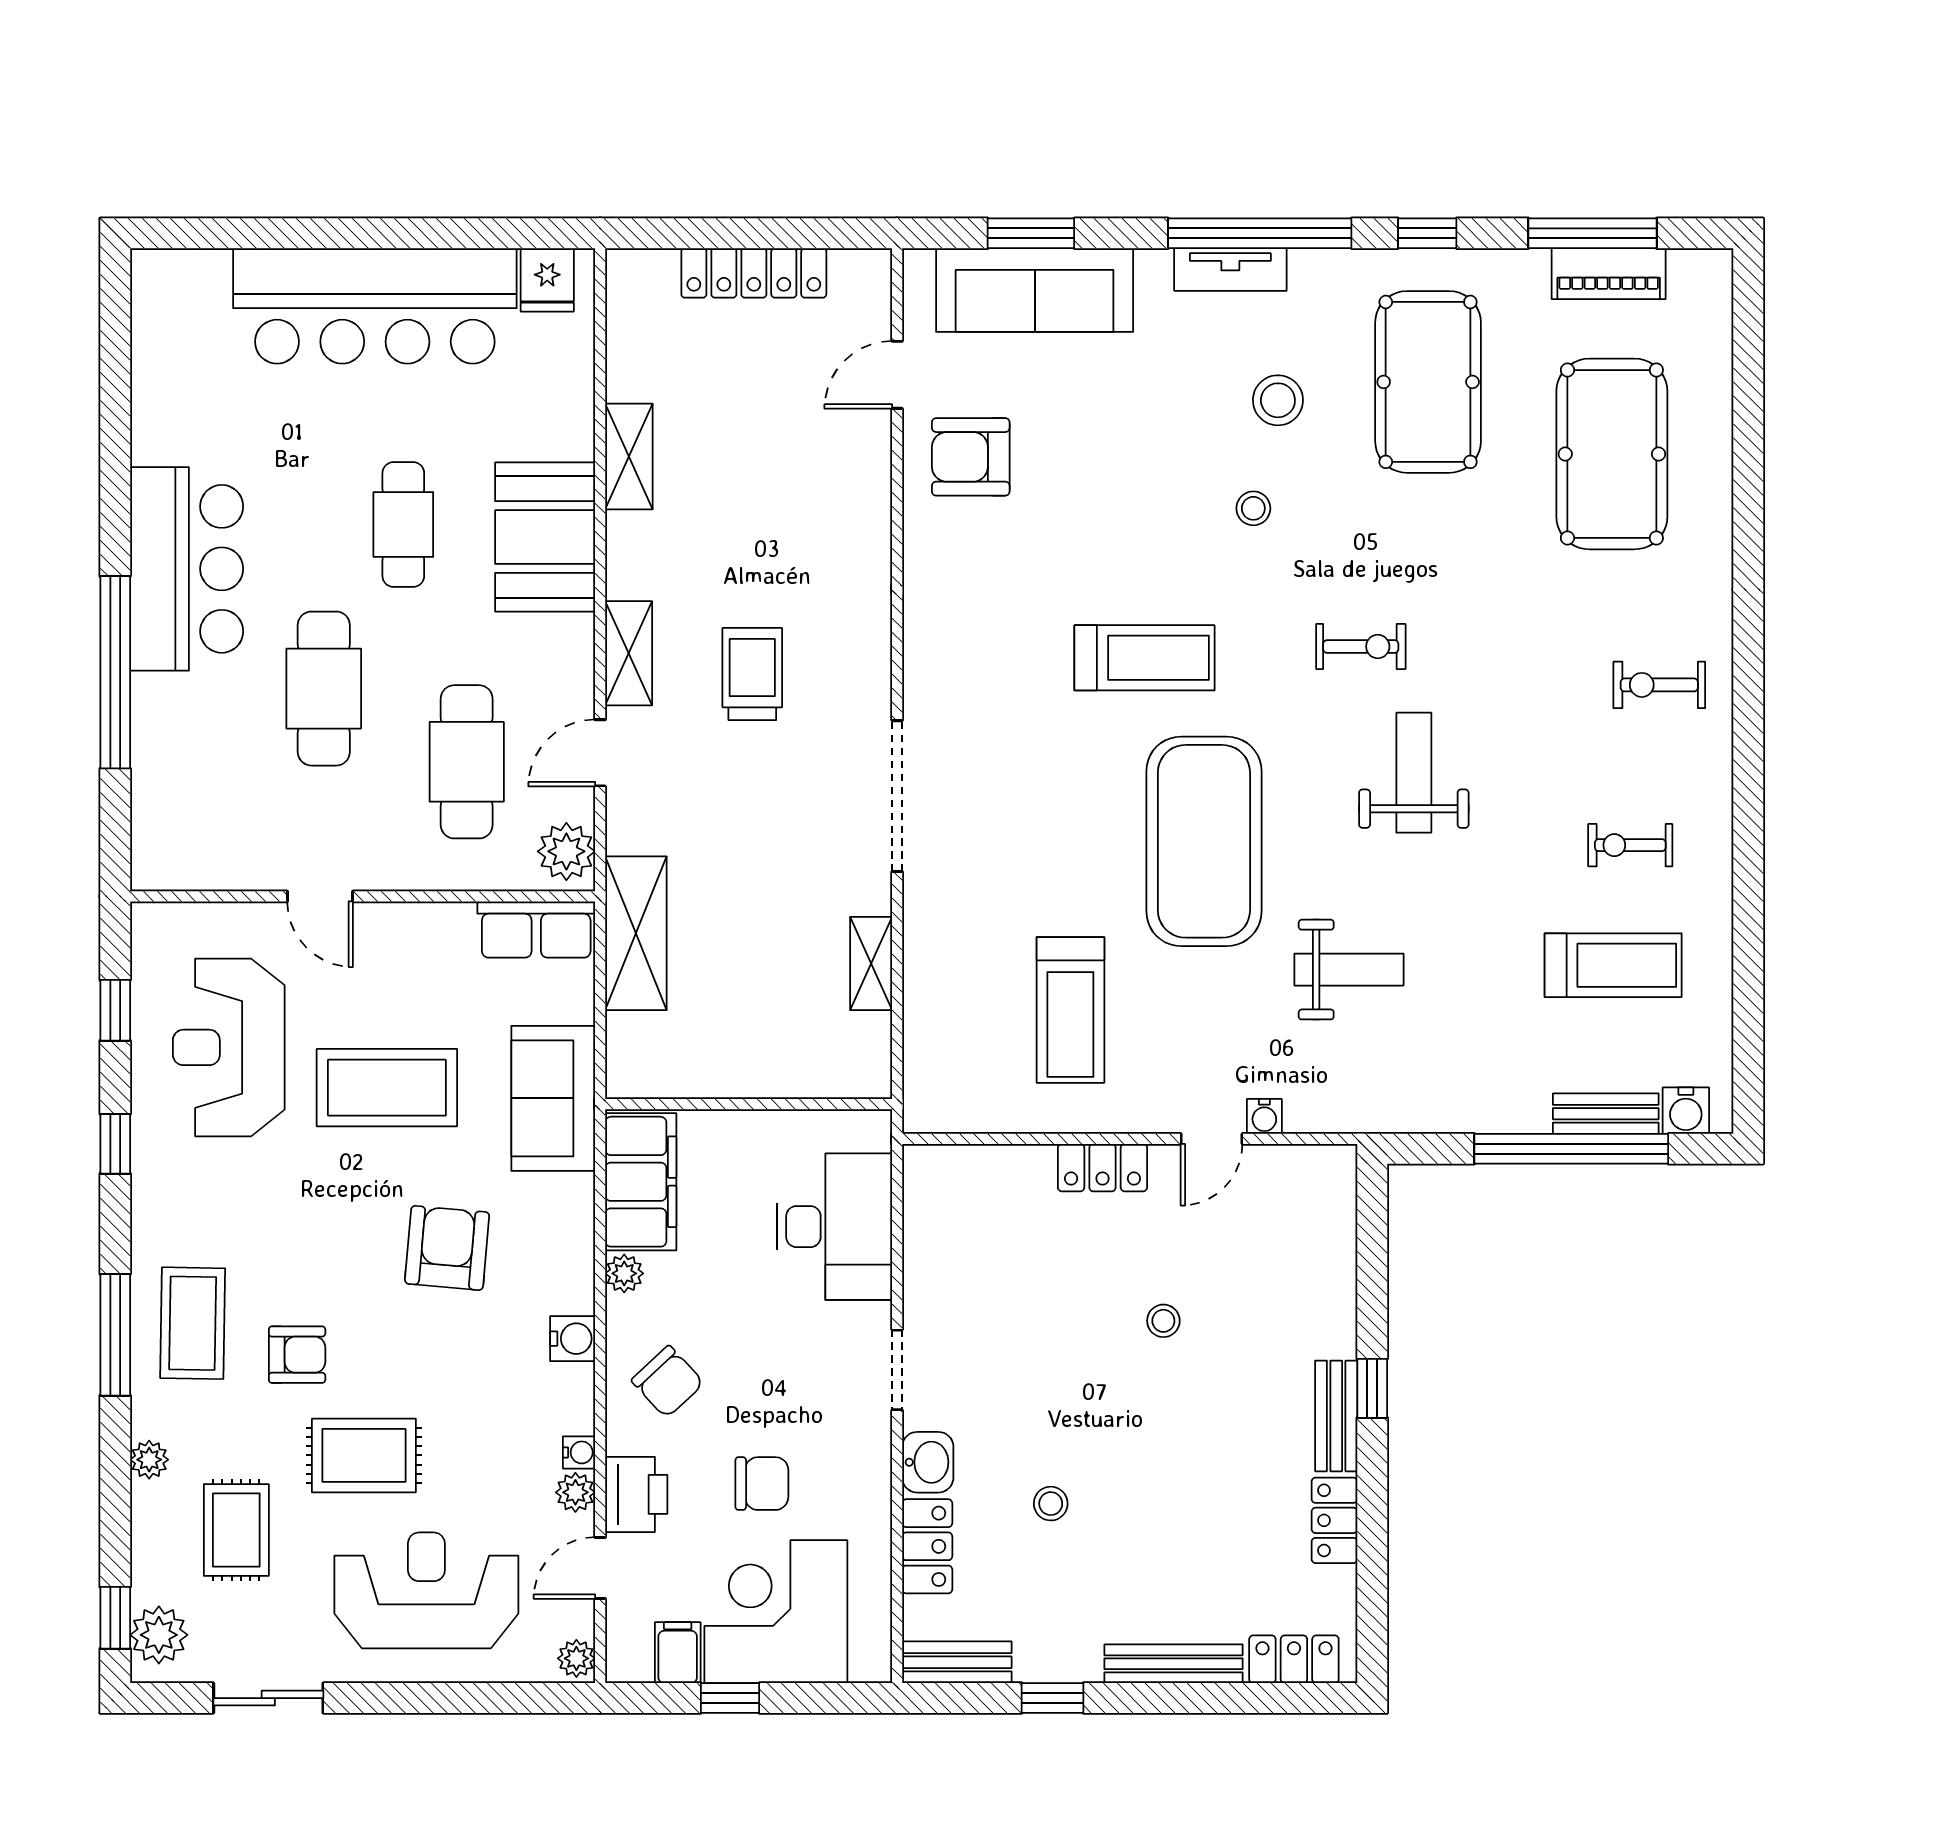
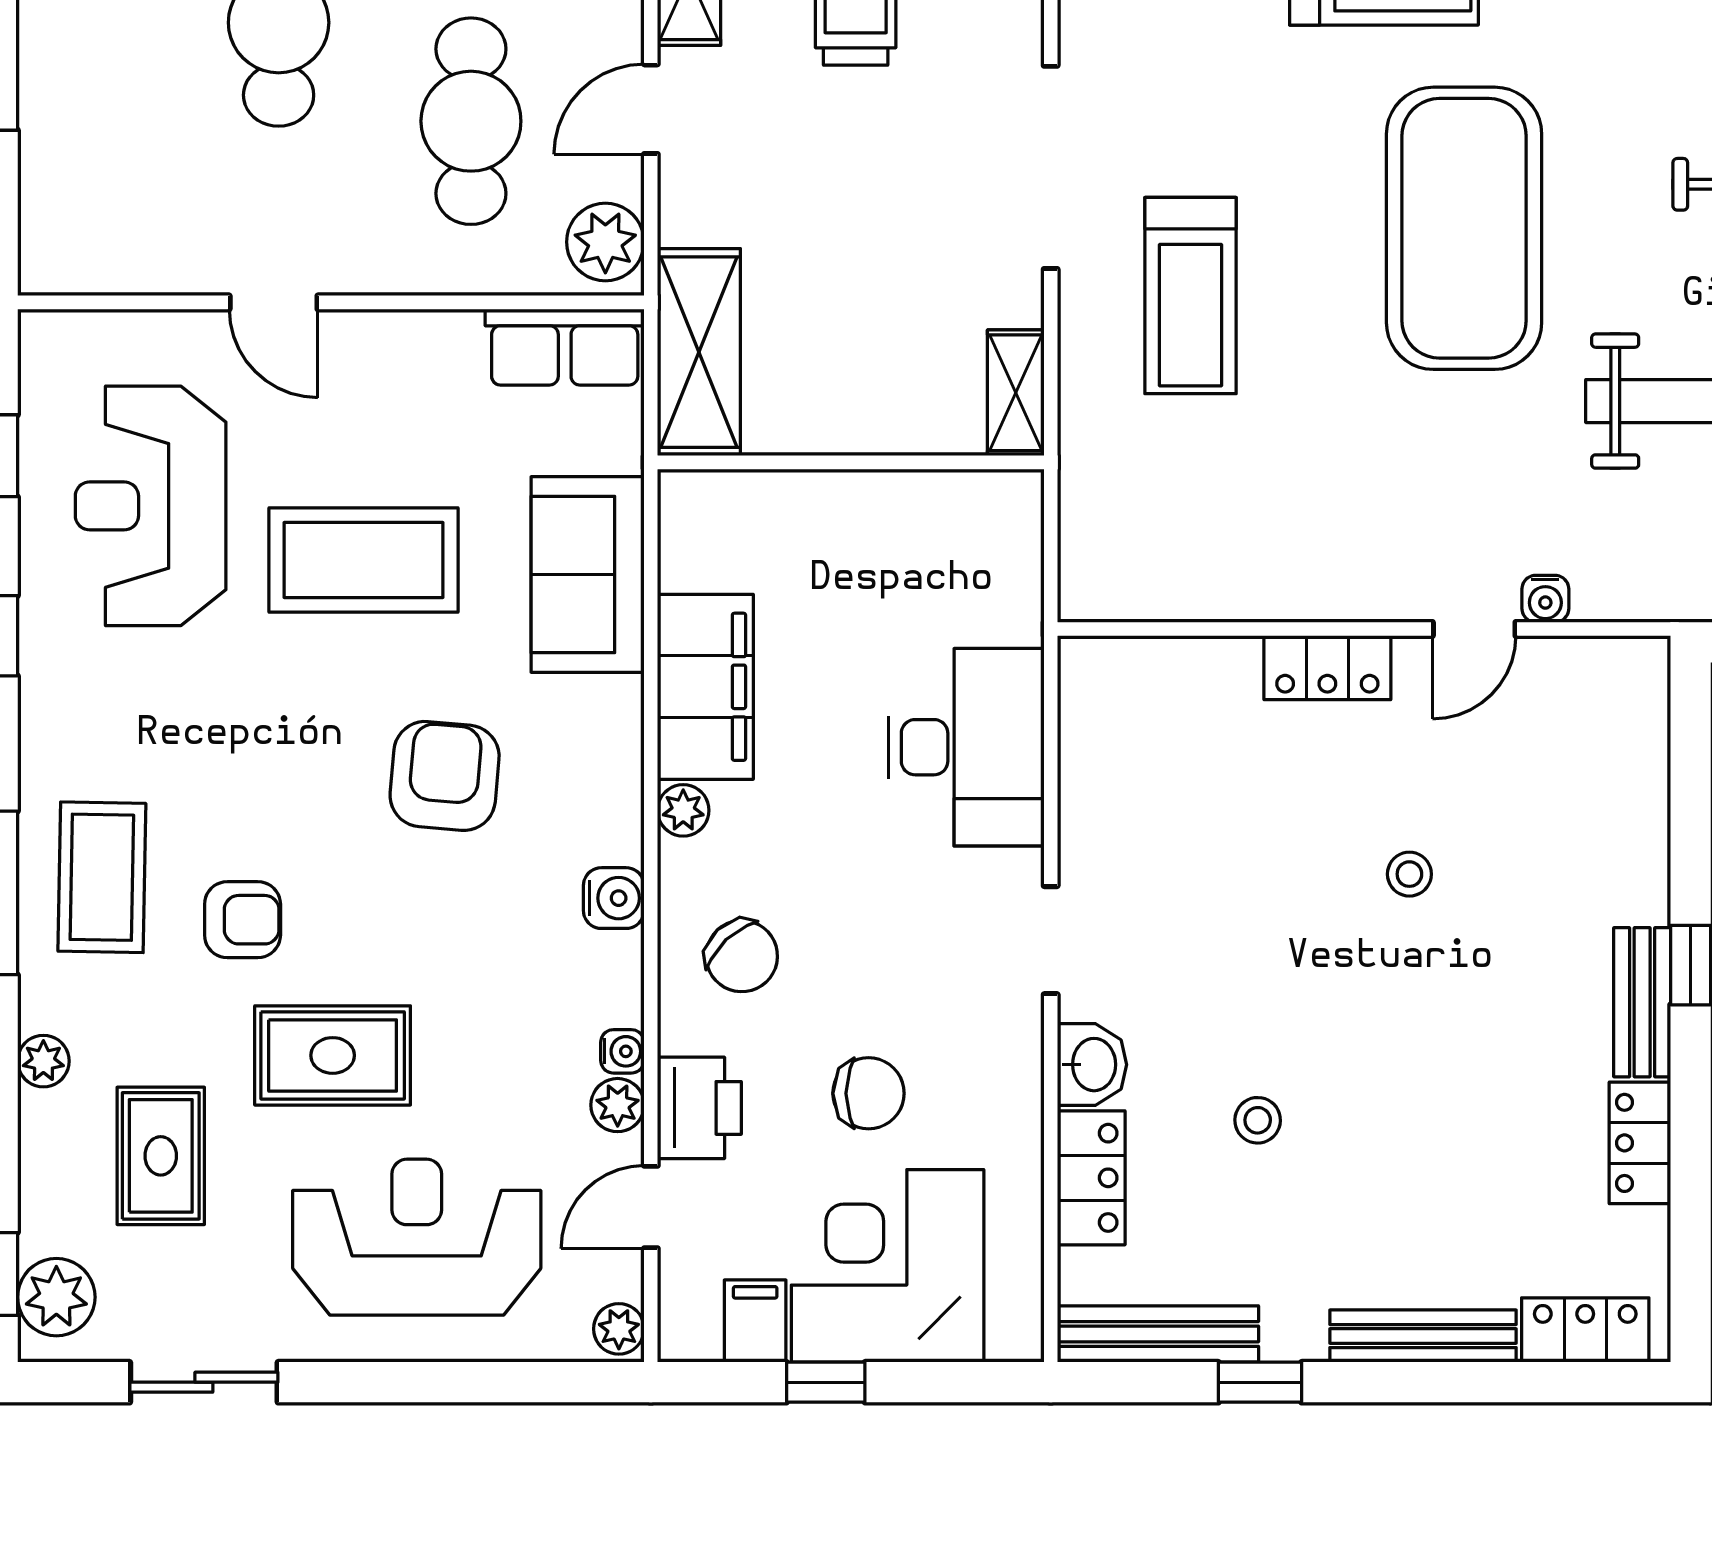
treadmill: (1070, 1010) -> (1191, 296), moved
wall: (749, 1104) -> (851, 462), moved
bench: (957, 1662) -> (1158, 1334), width x1.36

